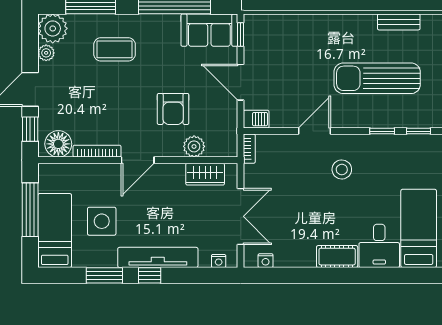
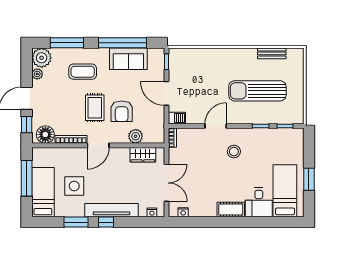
sofa: (209, 30) -> (128, 59), moved
rug: (133, 104) -> (95, 108), added

